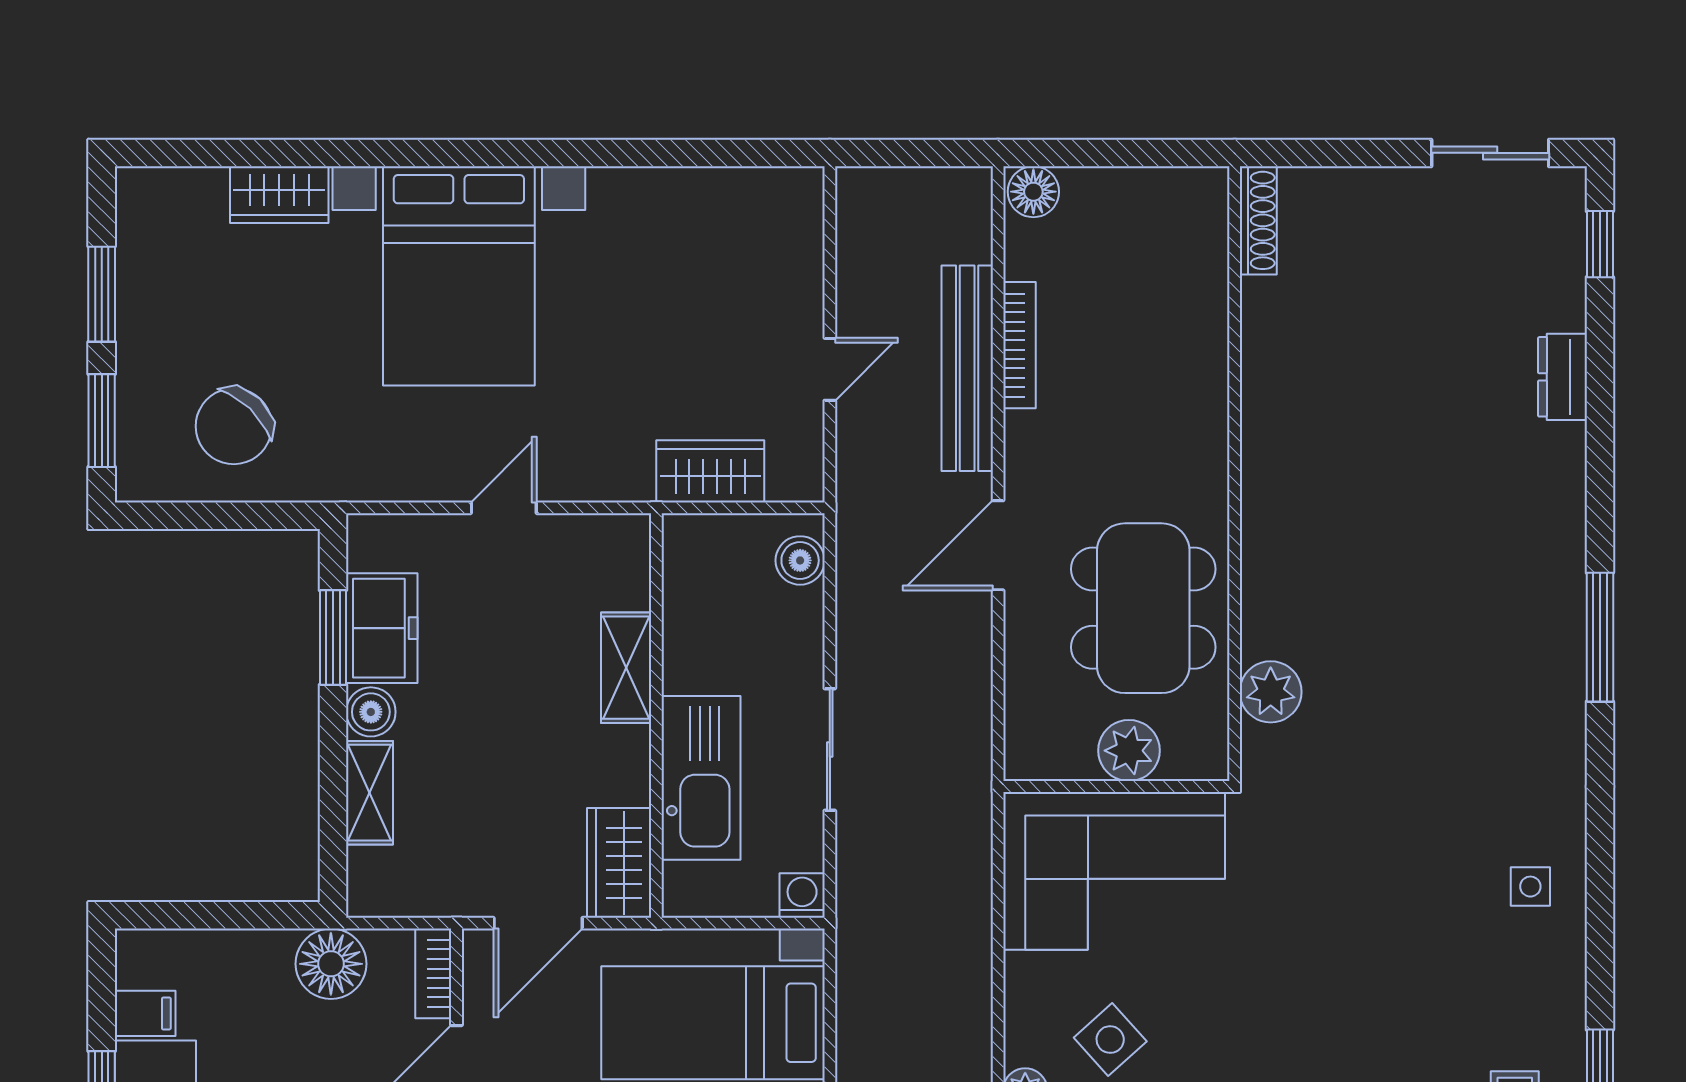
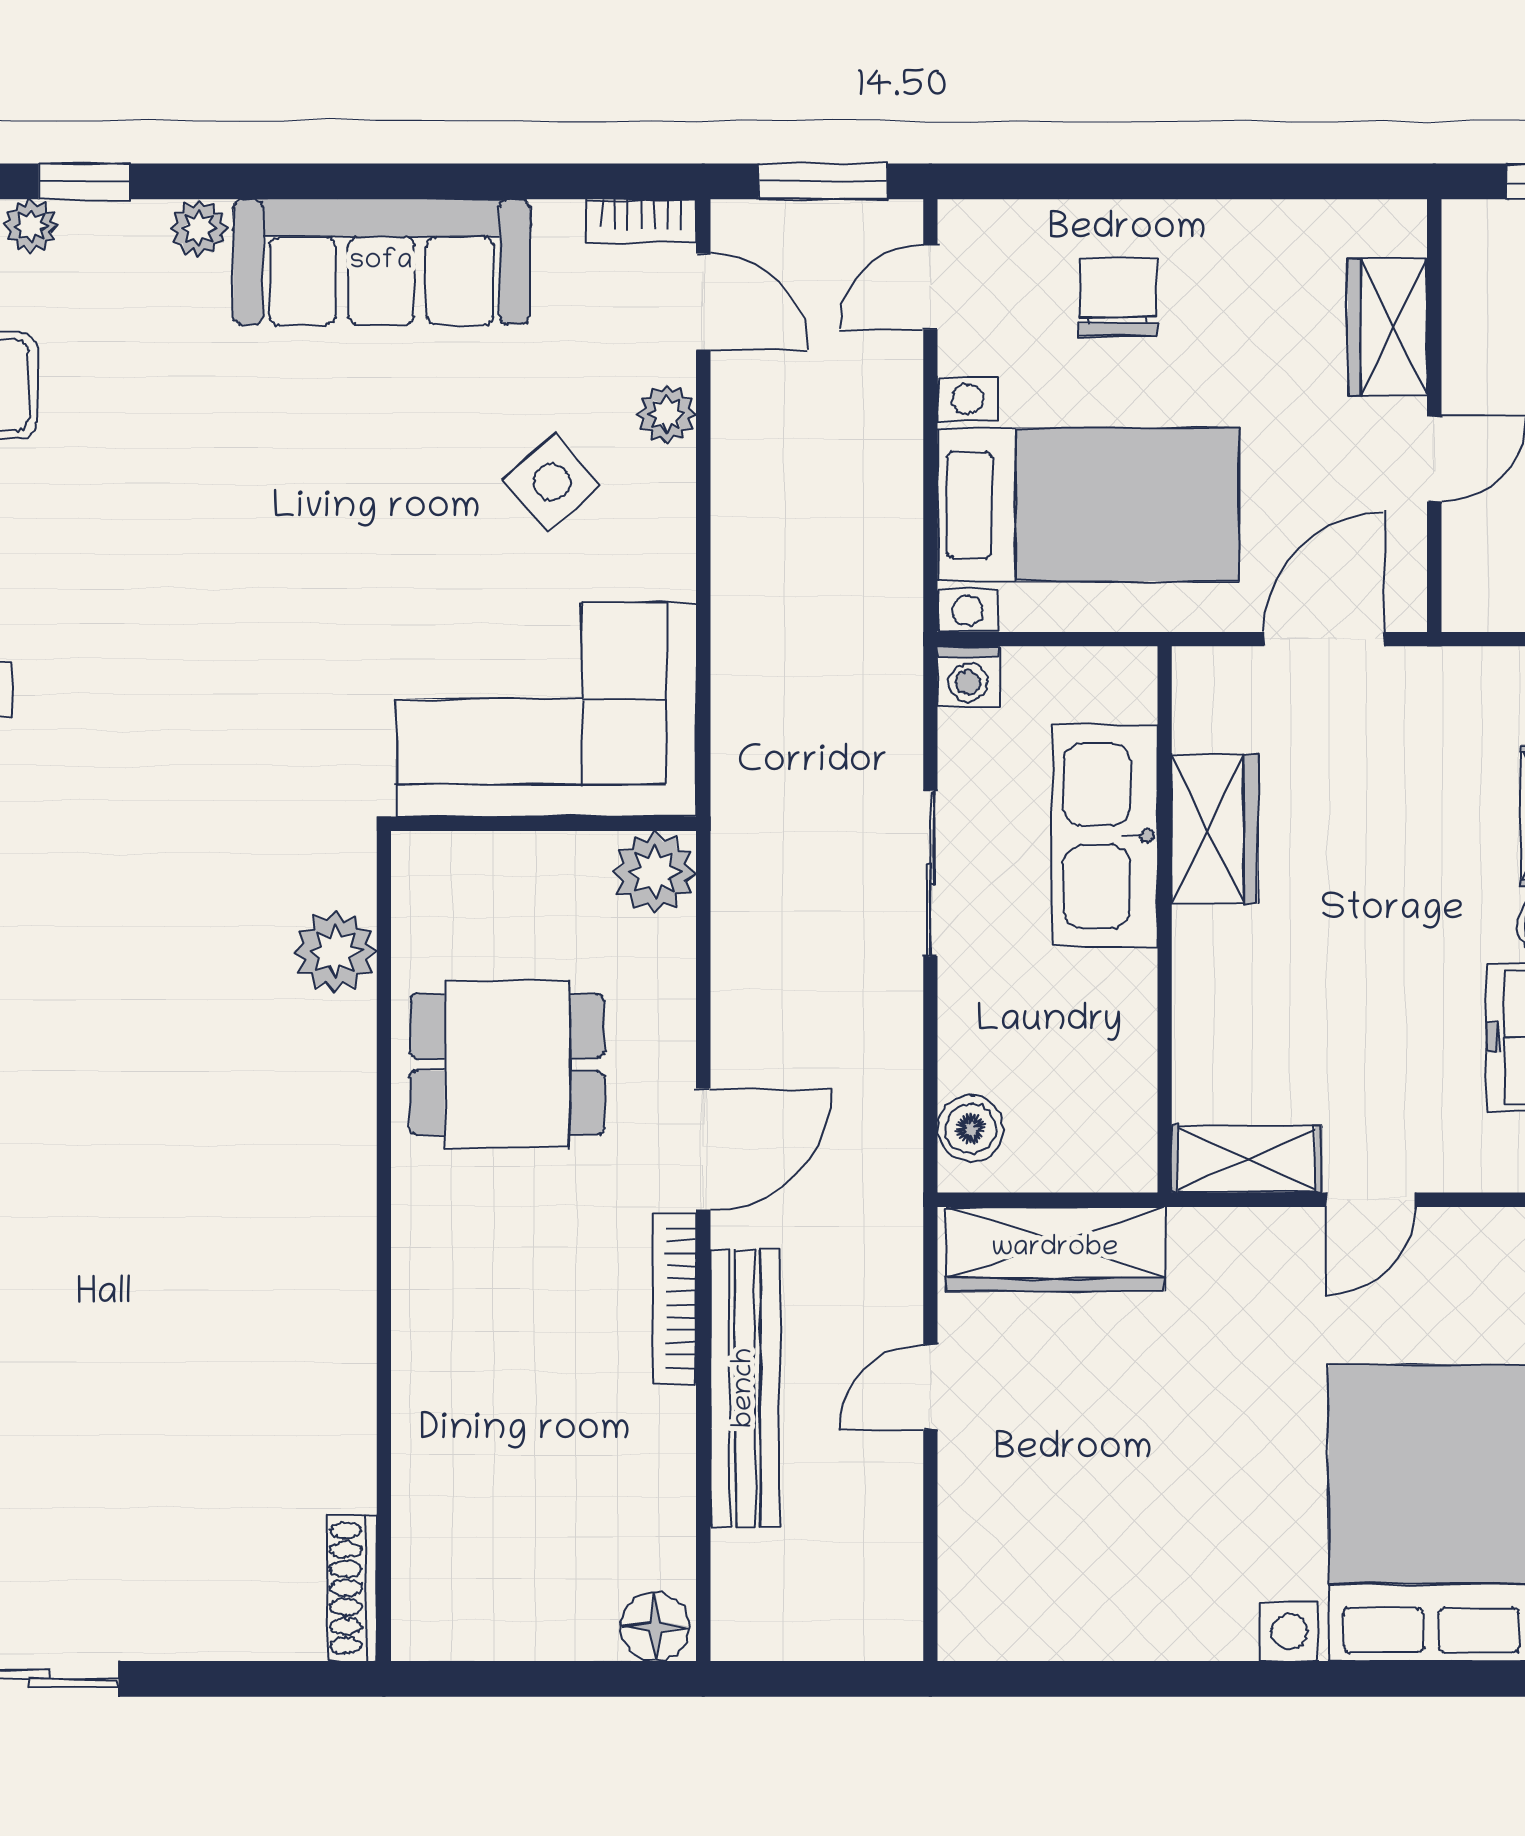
bookcase: (1019, 345) -> (674, 1298), moved
wardrobe: (710, 471) -> (1055, 1249), width x1.50
dining table: (1143, 608) -> (507, 1064), width x0.73
shelving: (626, 668) -> (1247, 1159), moved, turned 90
plant: (1129, 751) -> (655, 872), moved
wardrobe: (619, 863) -> (1215, 829), moved
bookcase: (433, 973) -> (1466, 571), removed

